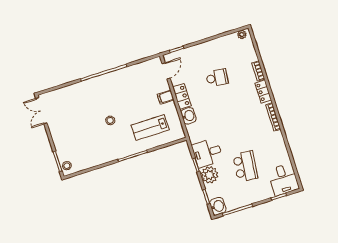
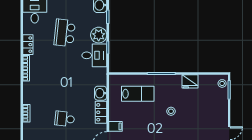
locker: (263, 92) -> (28, 45), moved
filing cabinet: (166, 97) -> (115, 126), moved
fridge: (101, 157) -> (190, 81), added

